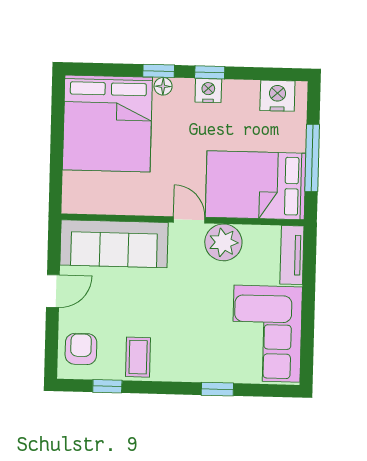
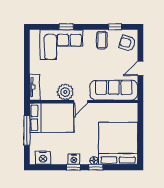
door: (189, 220) -> (81, 102), hinge flipped
corner sofa: (267, 334) -> (62, 45), moved, turned 90
armchair: (81, 349) -> (127, 43), turned 107

